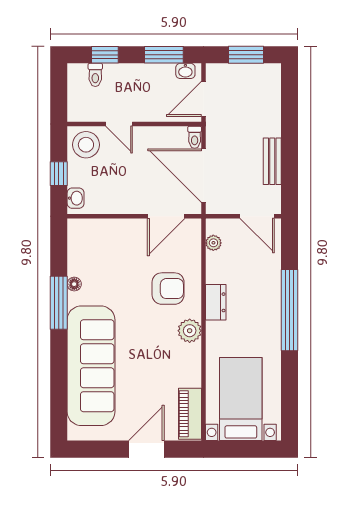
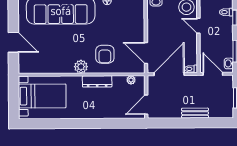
door: (119, 124) -> (198, 26), hinge flipped
bench: (272, 161) -> (195, 113), moved
dresser: (216, 302) -> (97, 81), width x1.44
window: (290, 310) -> (93, 123), removed
piano: (190, 414) -> (34, 67), removed

